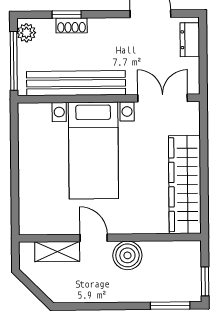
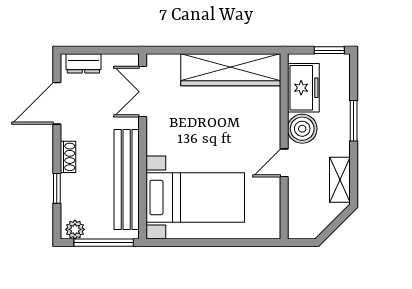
shoe rack: (72, 25) -> (68, 157), moved
bed with nightstands: (93, 151) -> (195, 198), moved
shelving: (57, 252) -> (340, 180), moved
freezer: (168, 256) -> (303, 88), added
window: (170, 306) -> (354, 121), moved

